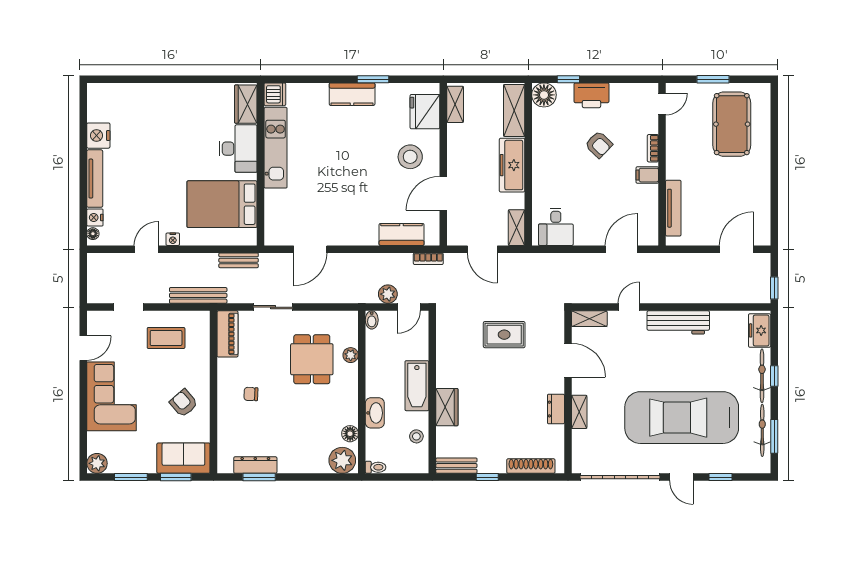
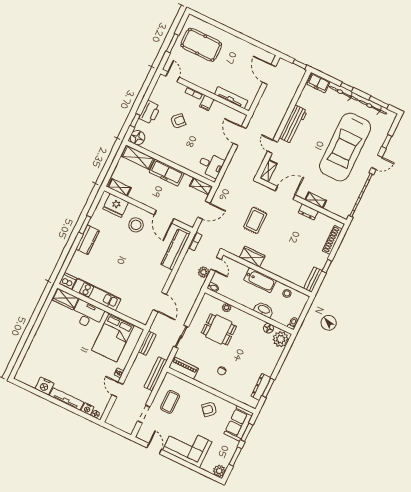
kitchen counter: (402, 234) -> (175, 249), width x1.50
wardrobe: (447, 407) -> (252, 257), moved

